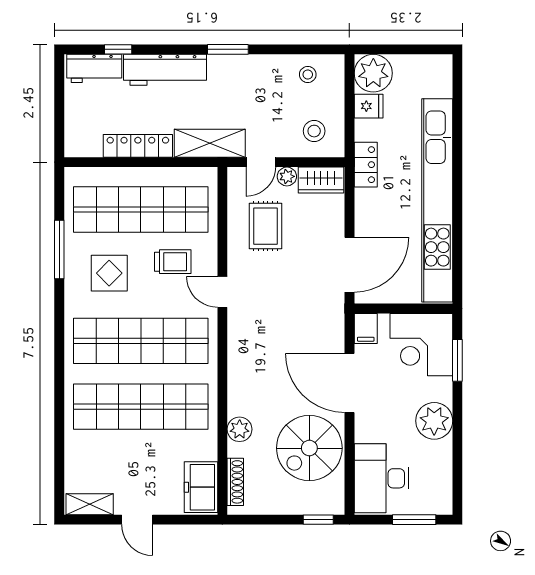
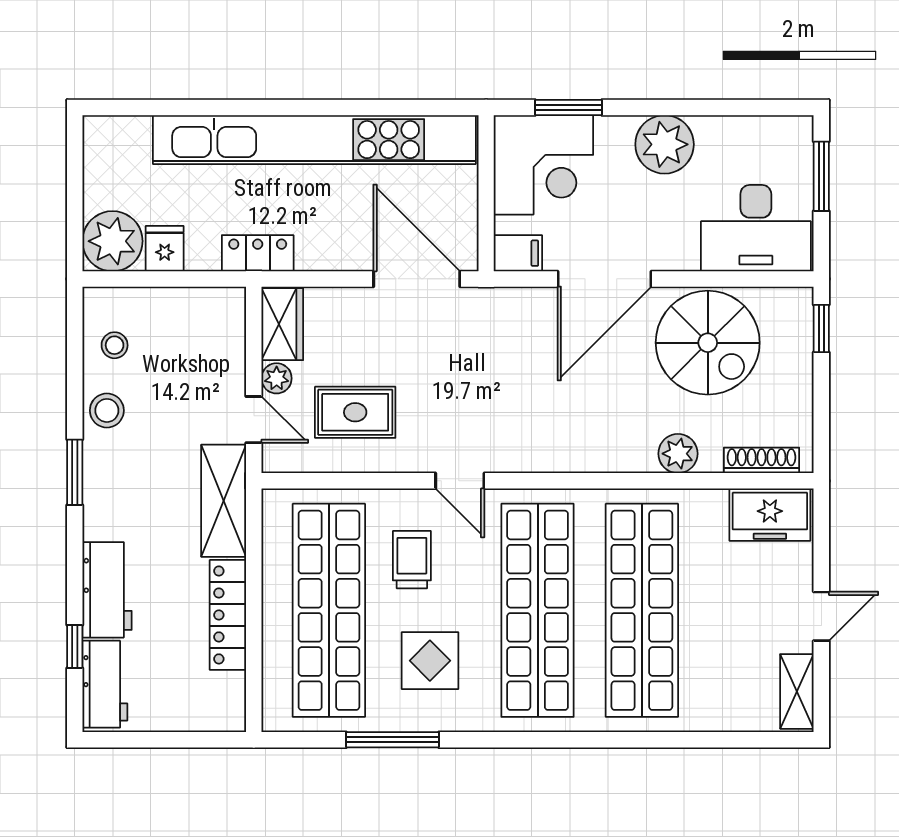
workbench: (165, 70) -> (107, 590), width x0.73
stool: (314, 131) -> (107, 410), moved
door: (222, 292) -> (460, 481), hinge flipped

